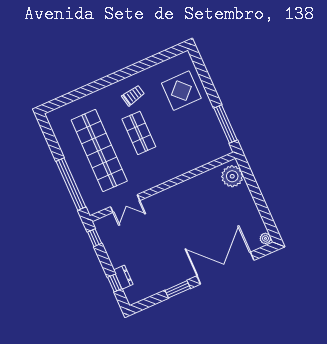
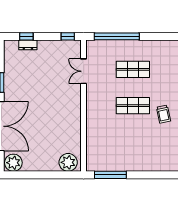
display table: (181, 91) -> (151, 153), removed
shop shelf: (99, 151) -> (133, 69), width x0.50, depth x0.74
plant: (265, 238) -> (13, 163), width x1.88, depth x1.88

